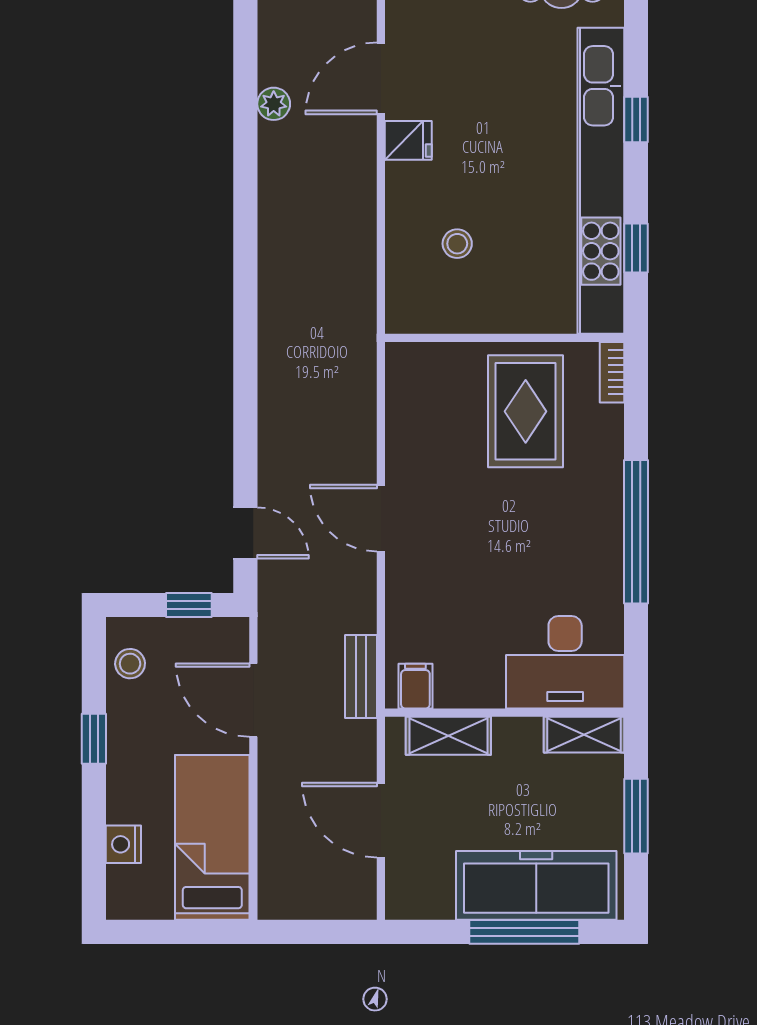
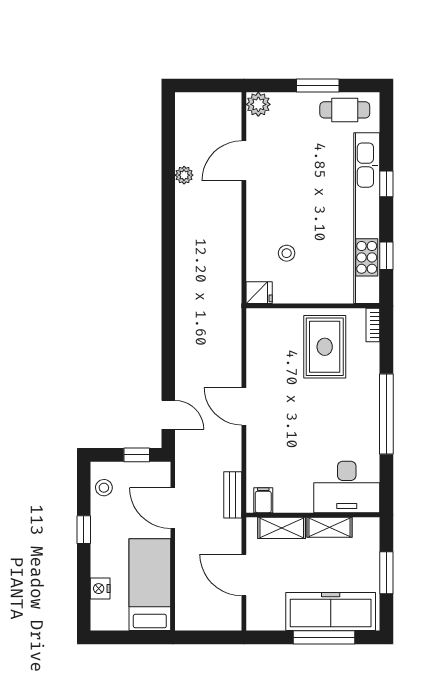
fridge: (408, 140) -> (259, 293), moved
shelving: (584, 735) -> (330, 527), moved

